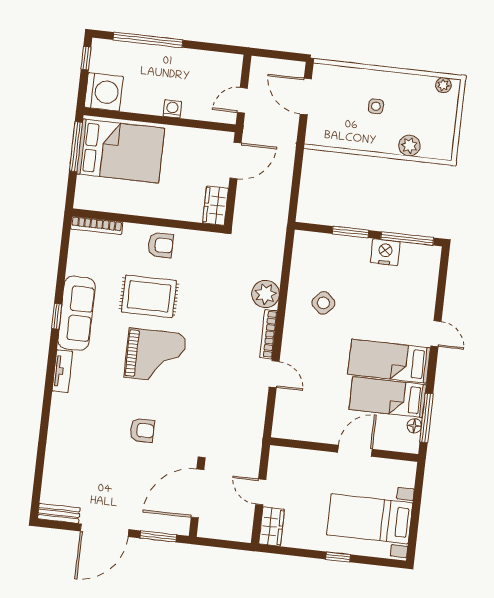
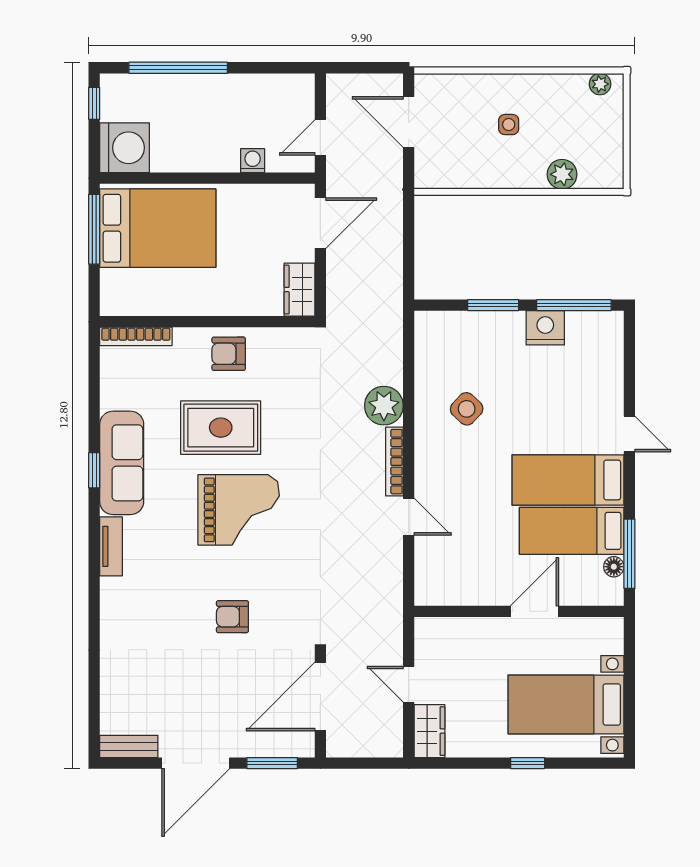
washing machine: (172, 109) -> (253, 161), moved
armchair: (160, 245) -> (229, 354), turned 180
armchair: (142, 430) -> (232, 617), turned 180

